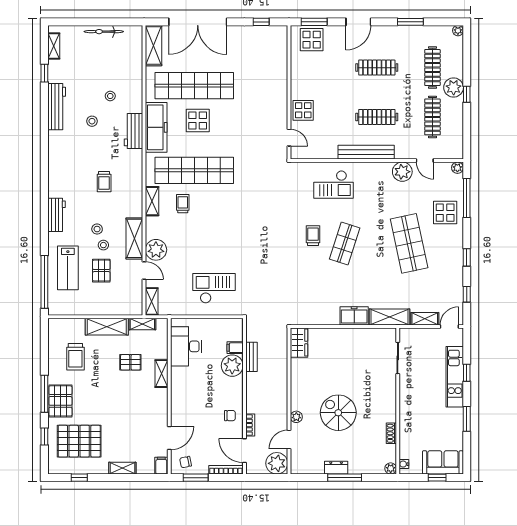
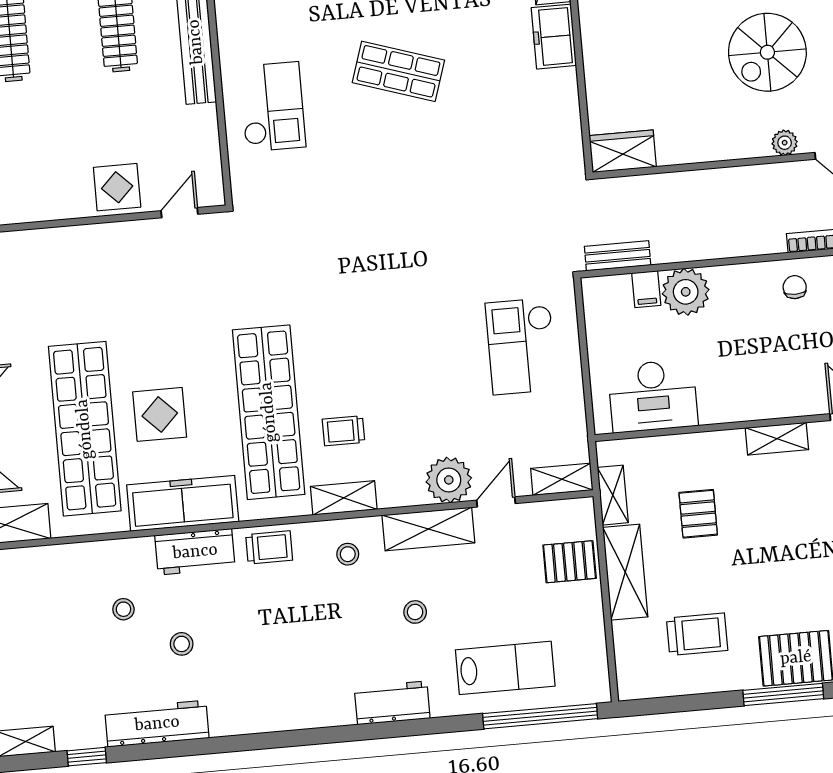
trolley: (104, 182) -> (269, 547), moved
trolley: (313, 236) -> (387, 141), removed
stool: (103, 245) -> (348, 554), moved
pallet: (101, 271) -> (570, 562), moved
bench: (251, 357) -> (618, 256), moved
shelving: (161, 374) -> (777, 439), moved

